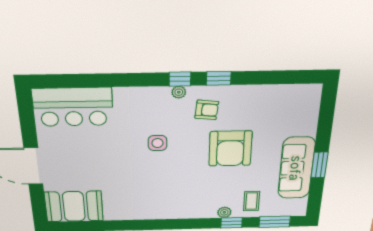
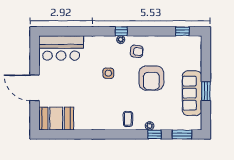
window: (219, 78) -> (182, 31), moved
coffee table: (252, 201) -> (128, 119), moved

